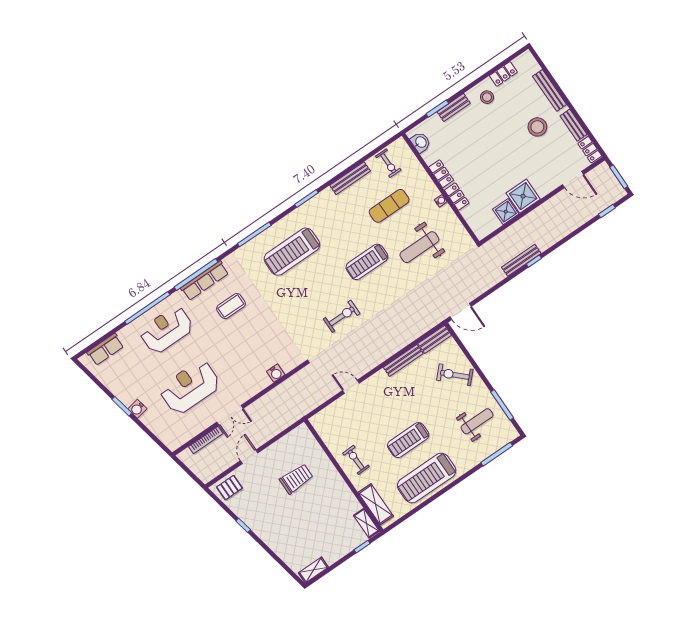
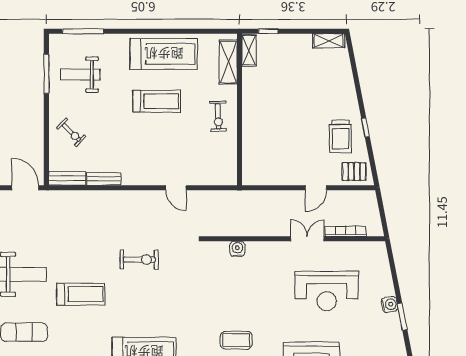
exercise bike: (342, 316) -> (139, 260), turned 180
bench: (403, 360) -> (104, 179), width x0.73
exercise bike: (455, 375) -> (71, 132), width x0.73, depth x0.72
trolley: (296, 479) -> (340, 136), moved, turned -90

